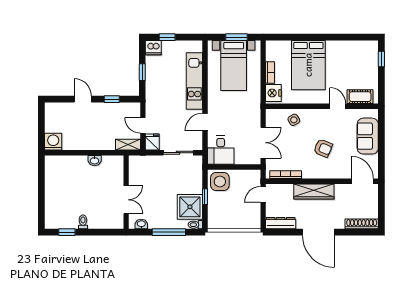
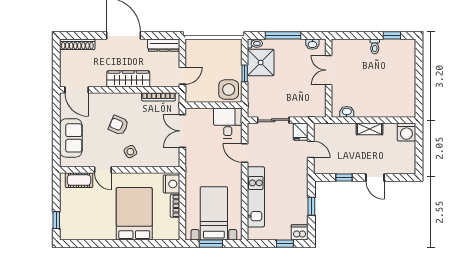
side table: (294, 120) -> (130, 152), moved
door: (205, 122) -> (245, 153), swing flipped
shelving: (128, 145) -> (370, 129), moved
washbasin: (95, 161) -> (347, 112), moved

